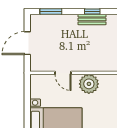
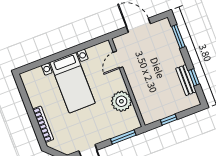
door: (63, 73) -> (118, 60), moved

